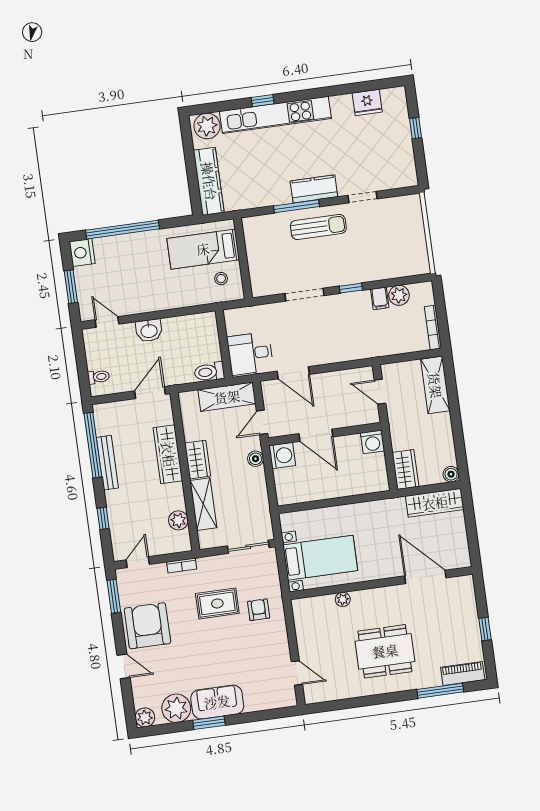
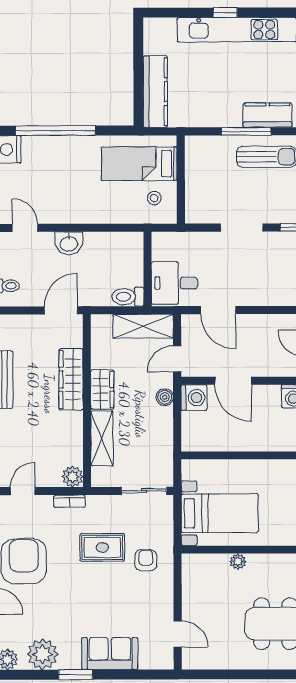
plant: (207, 126) -> (162, 32), removed
plant: (178, 520) -> (73, 477), moved
sofa: (217, 702) -> (110, 654), moved

